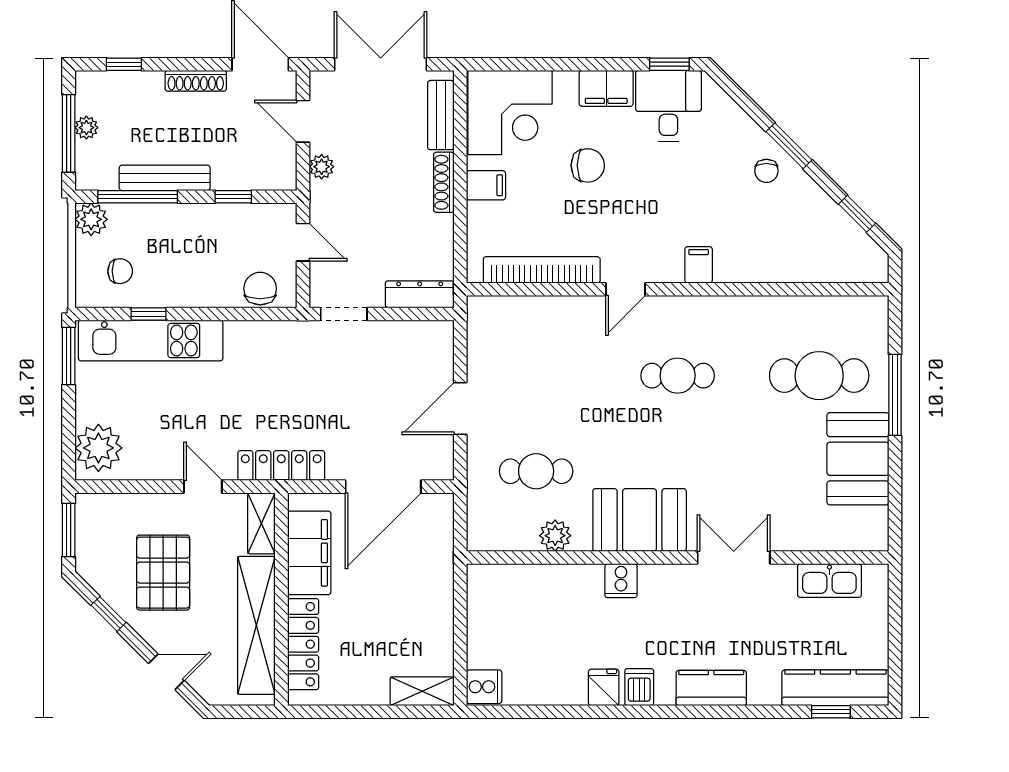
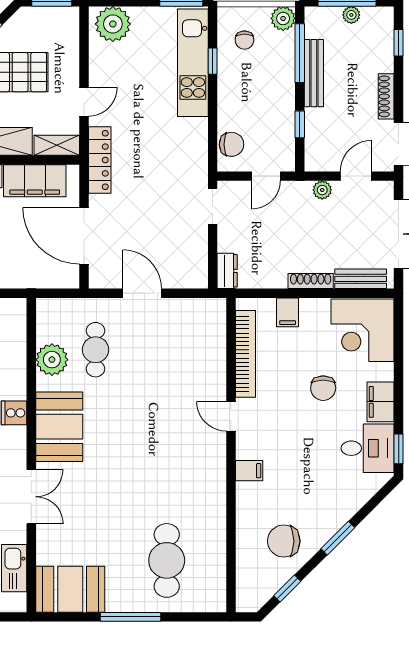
chair: (766, 171) -> (284, 541), moved, width x1.87, depth x1.87
filing cabinet: (486, 185) -> (288, 312), moved
dresser: (420, 294) -> (227, 271), width x0.70
cafe table: (678, 376) -> (167, 455), removed
window: (895, 395) -> (131, 617), moved
booth: (858, 459) -> (70, 589), moved
plant: (555, 536) -> (52, 360), width x1.36, depth x1.36

